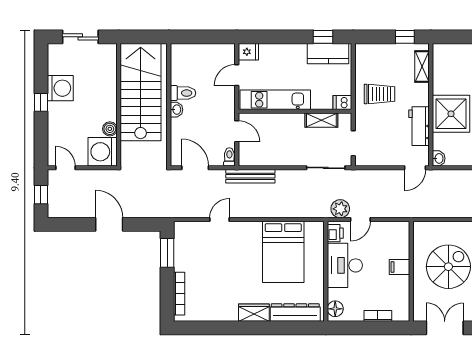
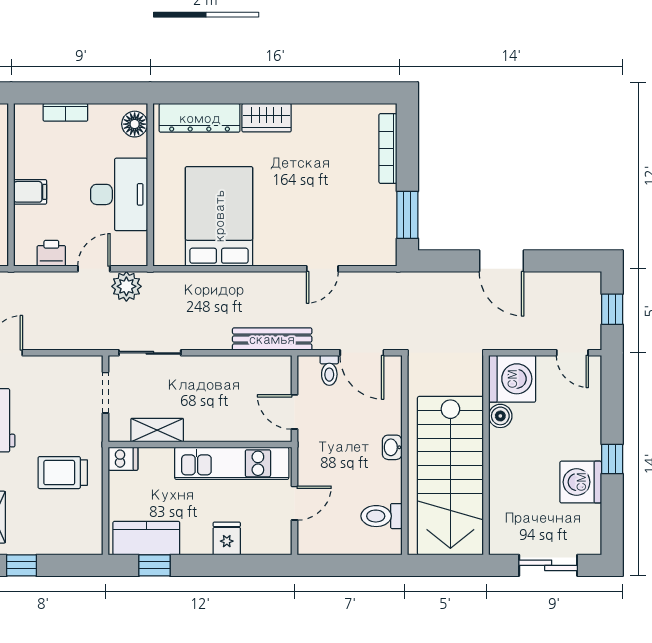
fridge: (248, 52) -> (227, 538), moved, turned 90
toilet: (183, 93) -> (382, 516), moved
toilet: (229, 157) -> (329, 370), moved
printer: (335, 233) -> (51, 253), moved, turned 90

